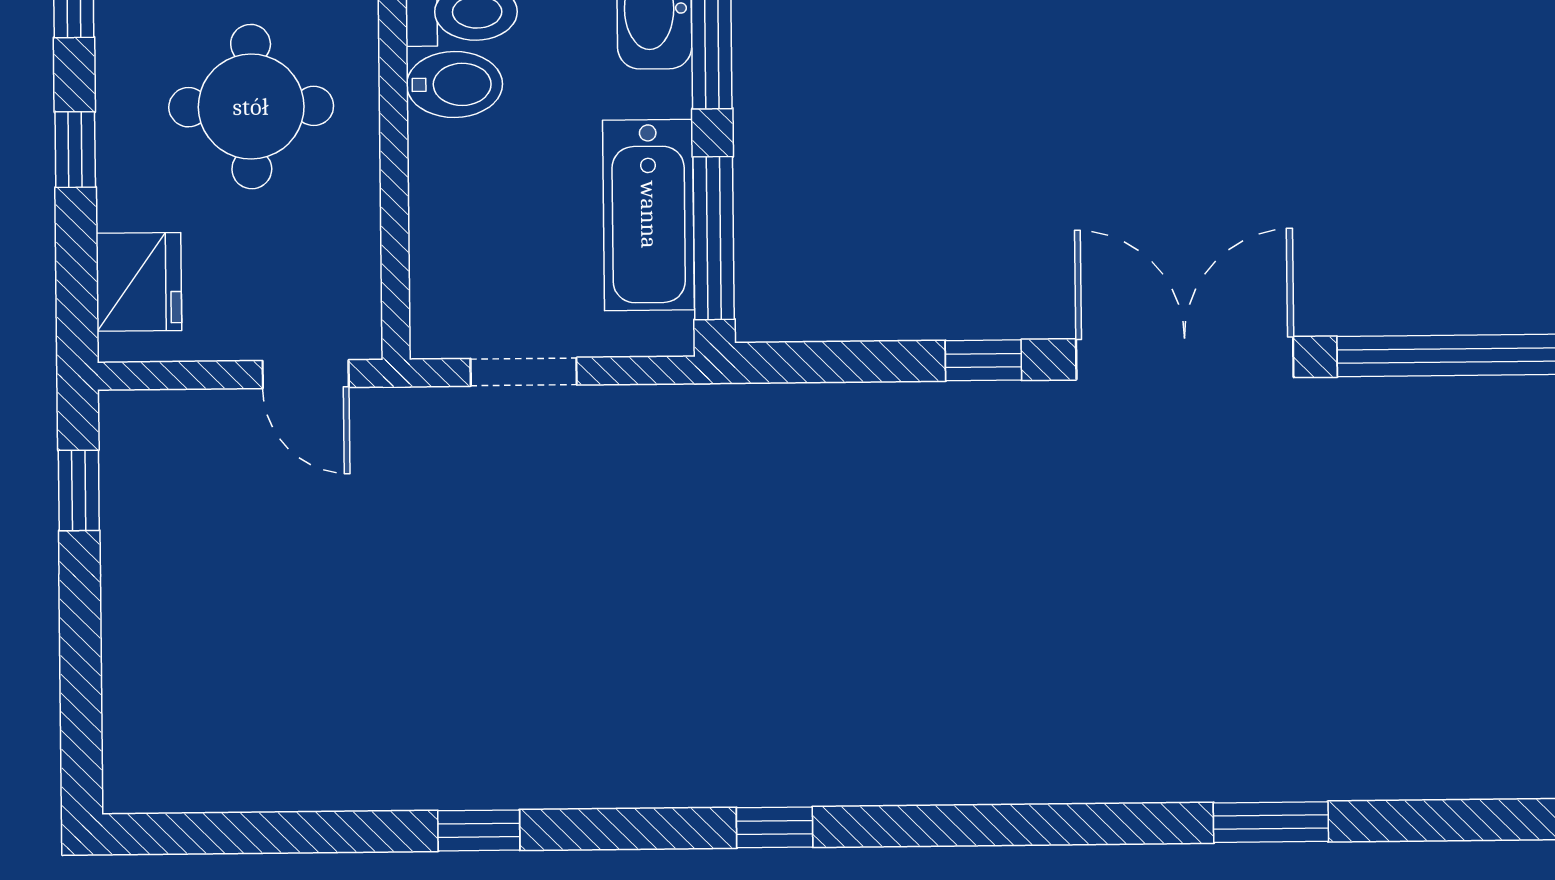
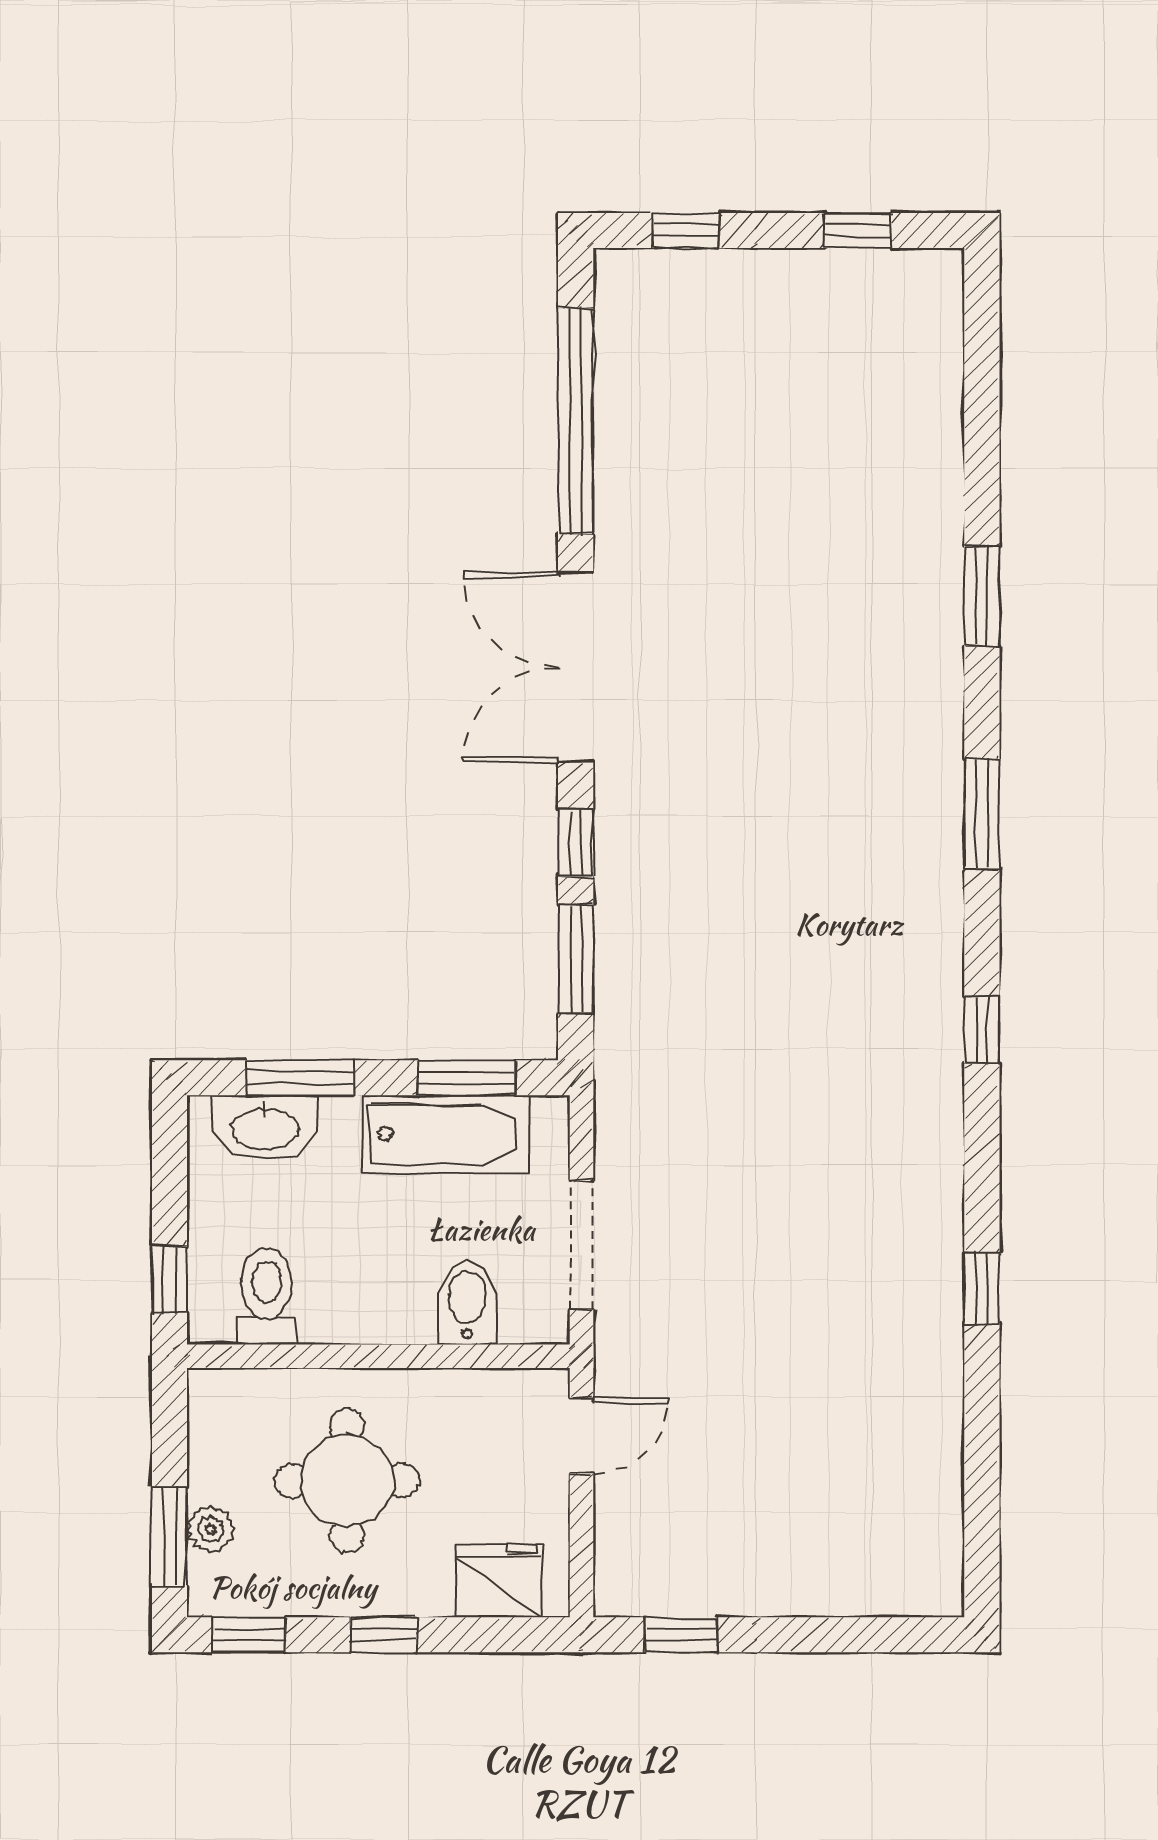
bidet: (455, 84) -> (467, 1303), moved
window: (714, 238) -> (466, 1078), width x0.69
window: (850, 362) -> (576, 959), added
doorway: (524, 372) -> (581, 1245), width x1.38
window: (1022, 825) -> (982, 814), added

